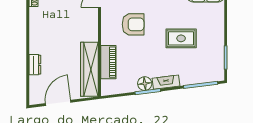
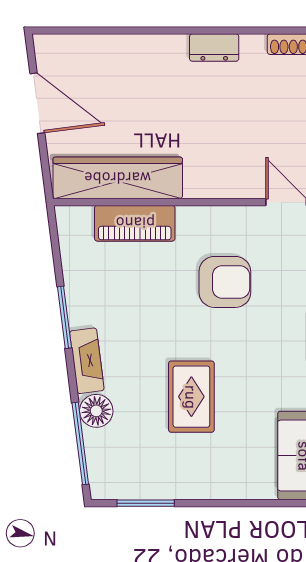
armchair: (133, 24) -> (225, 282), turned -90
dresser: (35, 65) -> (214, 48), moved
floor lamp: (145, 84) -> (96, 411), moved

